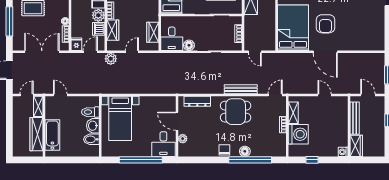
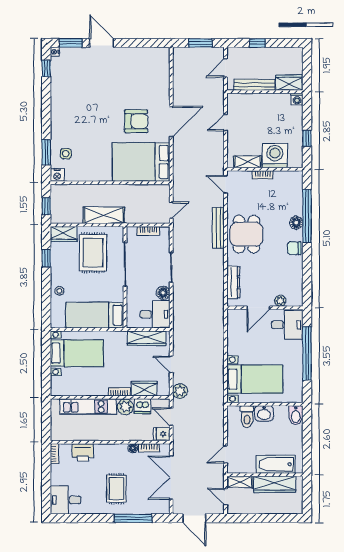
wardrobe: (153, 32) -> (147, 338), width x1.50
bidet: (91, 139) -> (296, 415), moved

